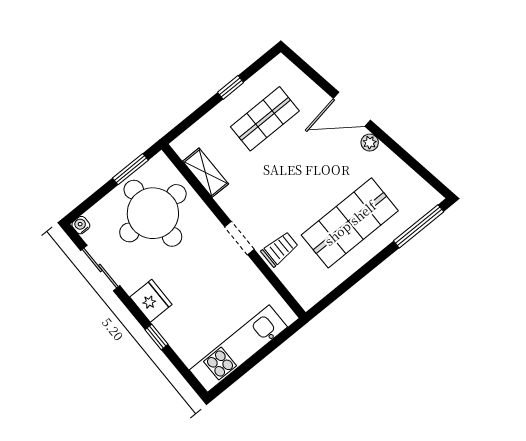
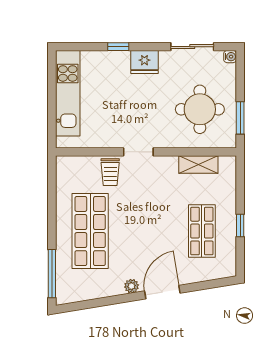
round table: (153, 213) -> (200, 109), width x0.73, depth x0.73

